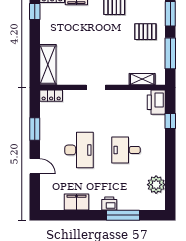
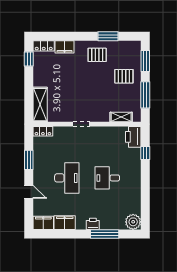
plant: (156, 185) -> (133, 222), moved
filing cabinet: (52, 202) -> (43, 223), added

